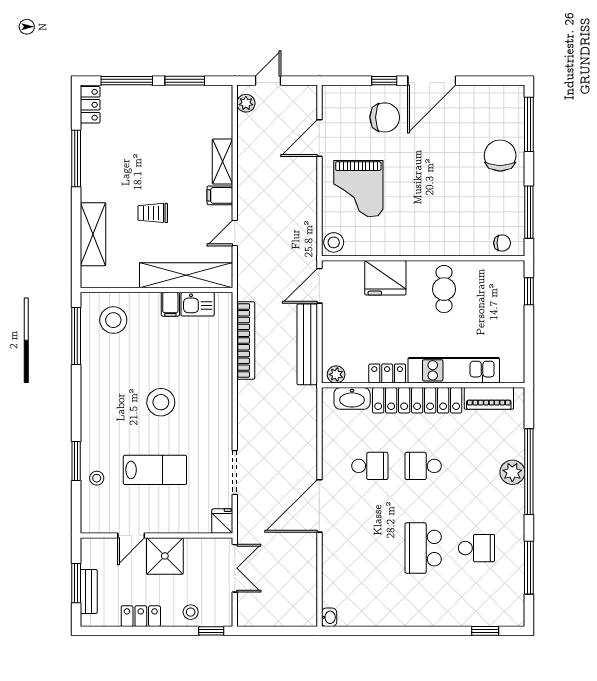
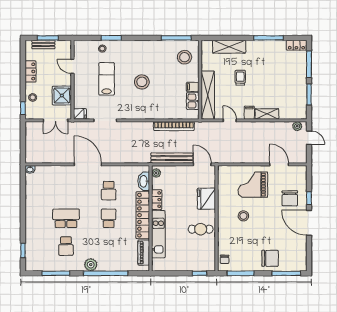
stool: (334, 242) -> (243, 216), moved
lab bench: (155, 470) -> (107, 79), turned 180
plant: (512, 472) -> (91, 265), moved
shower: (165, 556) -> (62, 96), moved

